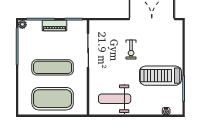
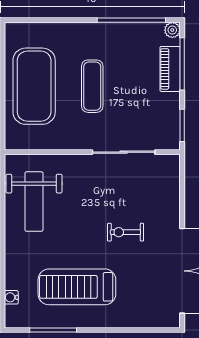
piano: (54, 26) -> (170, 69), moved
exercise mat: (53, 67) -> (92, 86), width x0.73, depth x0.69
treadmill: (160, 76) -> (77, 287), turned -90
weight bench: (115, 99) -> (34, 202), turned 180

